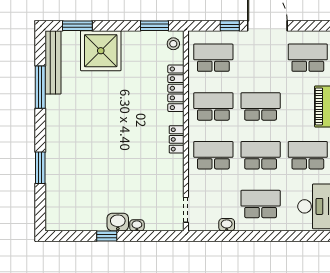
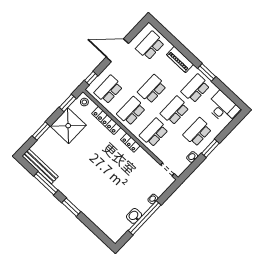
window: (77, 26) -> (41, 131), moved
window: (230, 26) -> (91, 78), moved
shower: (101, 51) -> (68, 126), moved
window: (40, 168) -> (71, 207), moved
washbasin: (118, 222) -> (134, 216), moved
window: (107, 236) -> (145, 218), width x3.17
window: (256, 236) -> (210, 148), added

